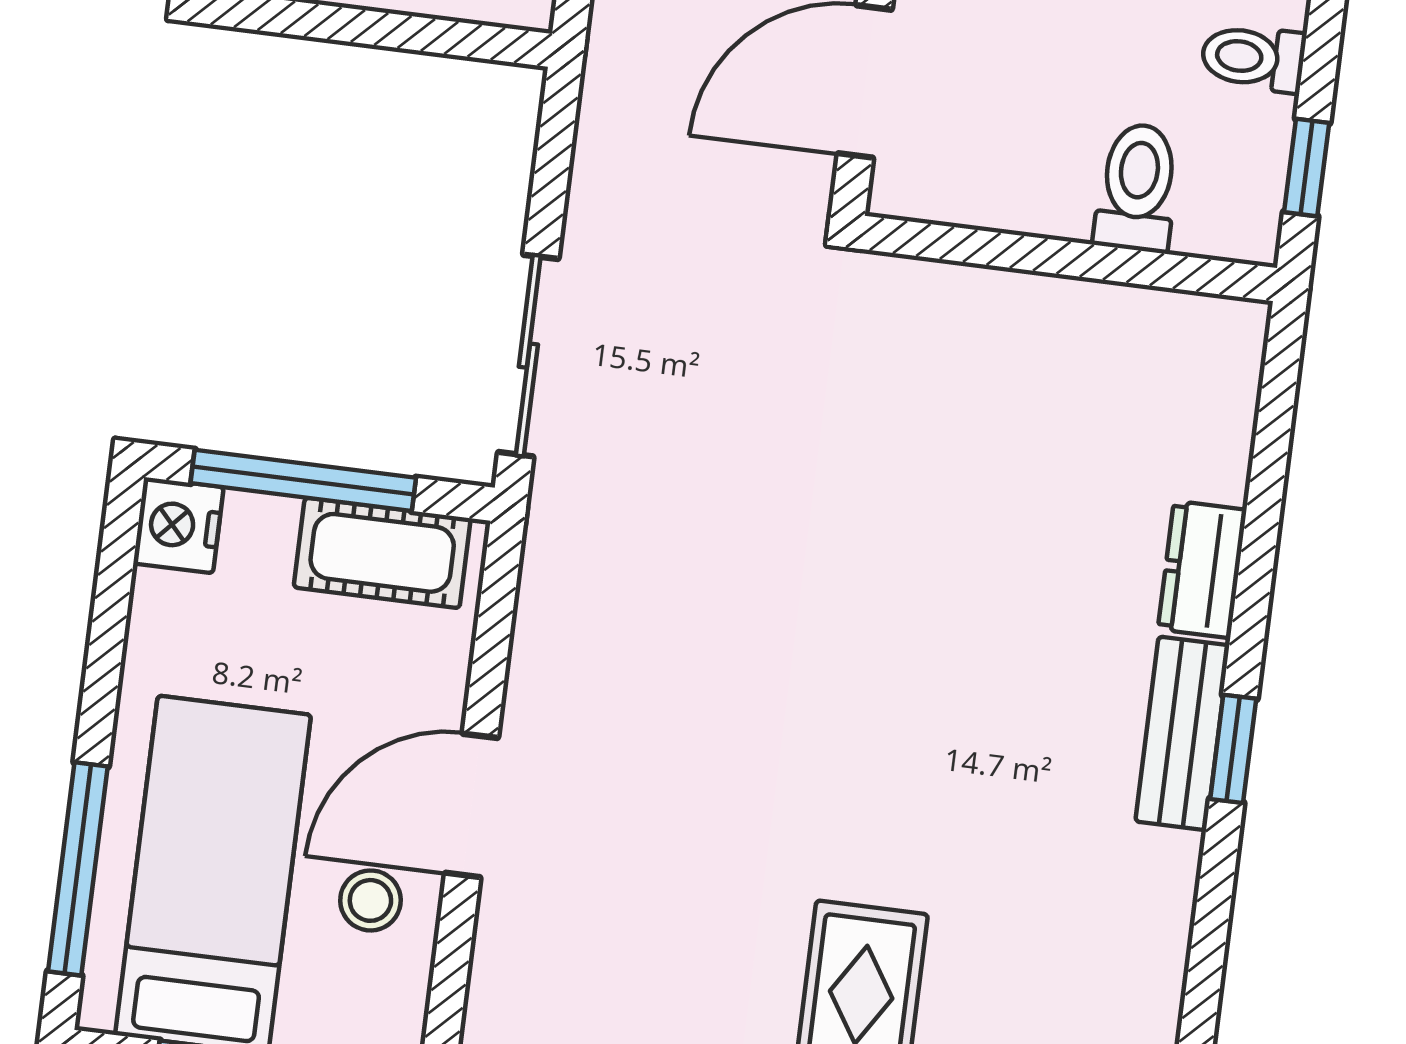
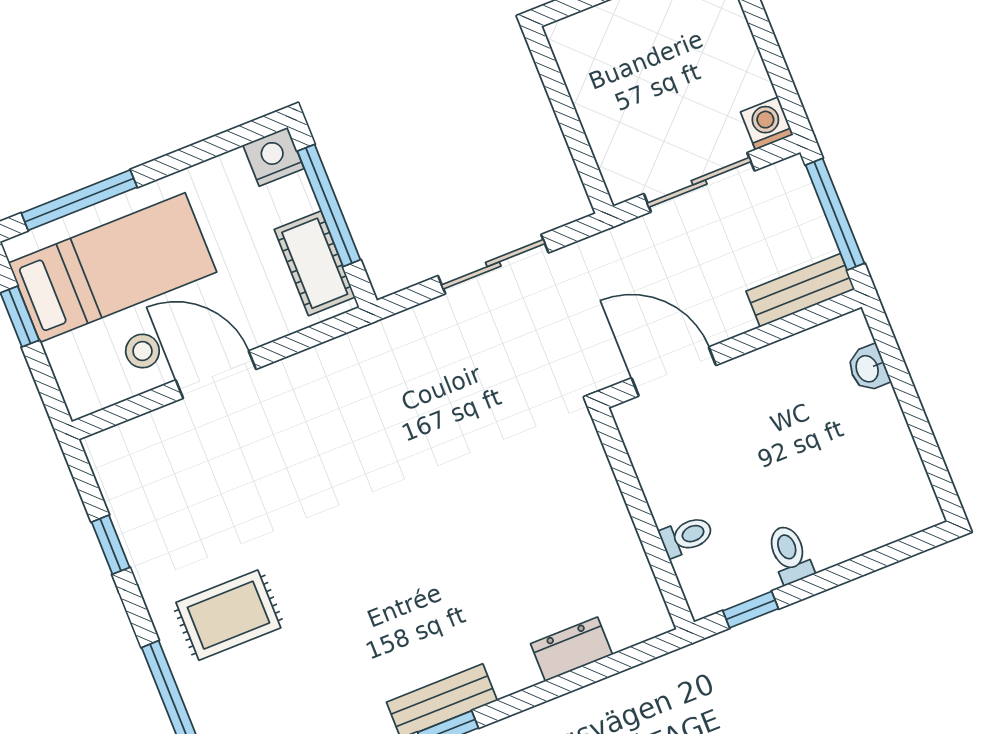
toilet: (1137, 187) -> (686, 536), width x0.73, depth x0.72
sliding door: (528, 356) -> (493, 264), moved
dresser: (1202, 569) -> (571, 649), moved

